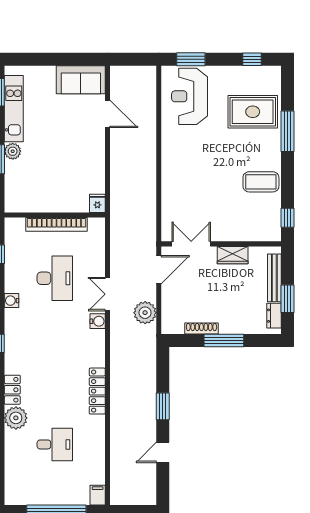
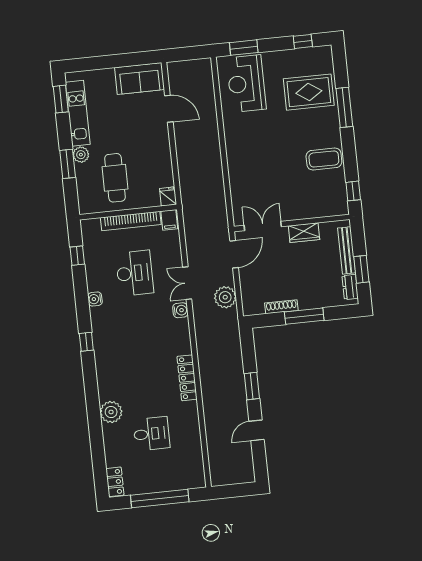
cafe table: (45, 179) -> (115, 178), added
locker: (12, 390) -> (115, 482), moved
filing cabinet: (98, 495) -> (169, 220), moved, turned 180

